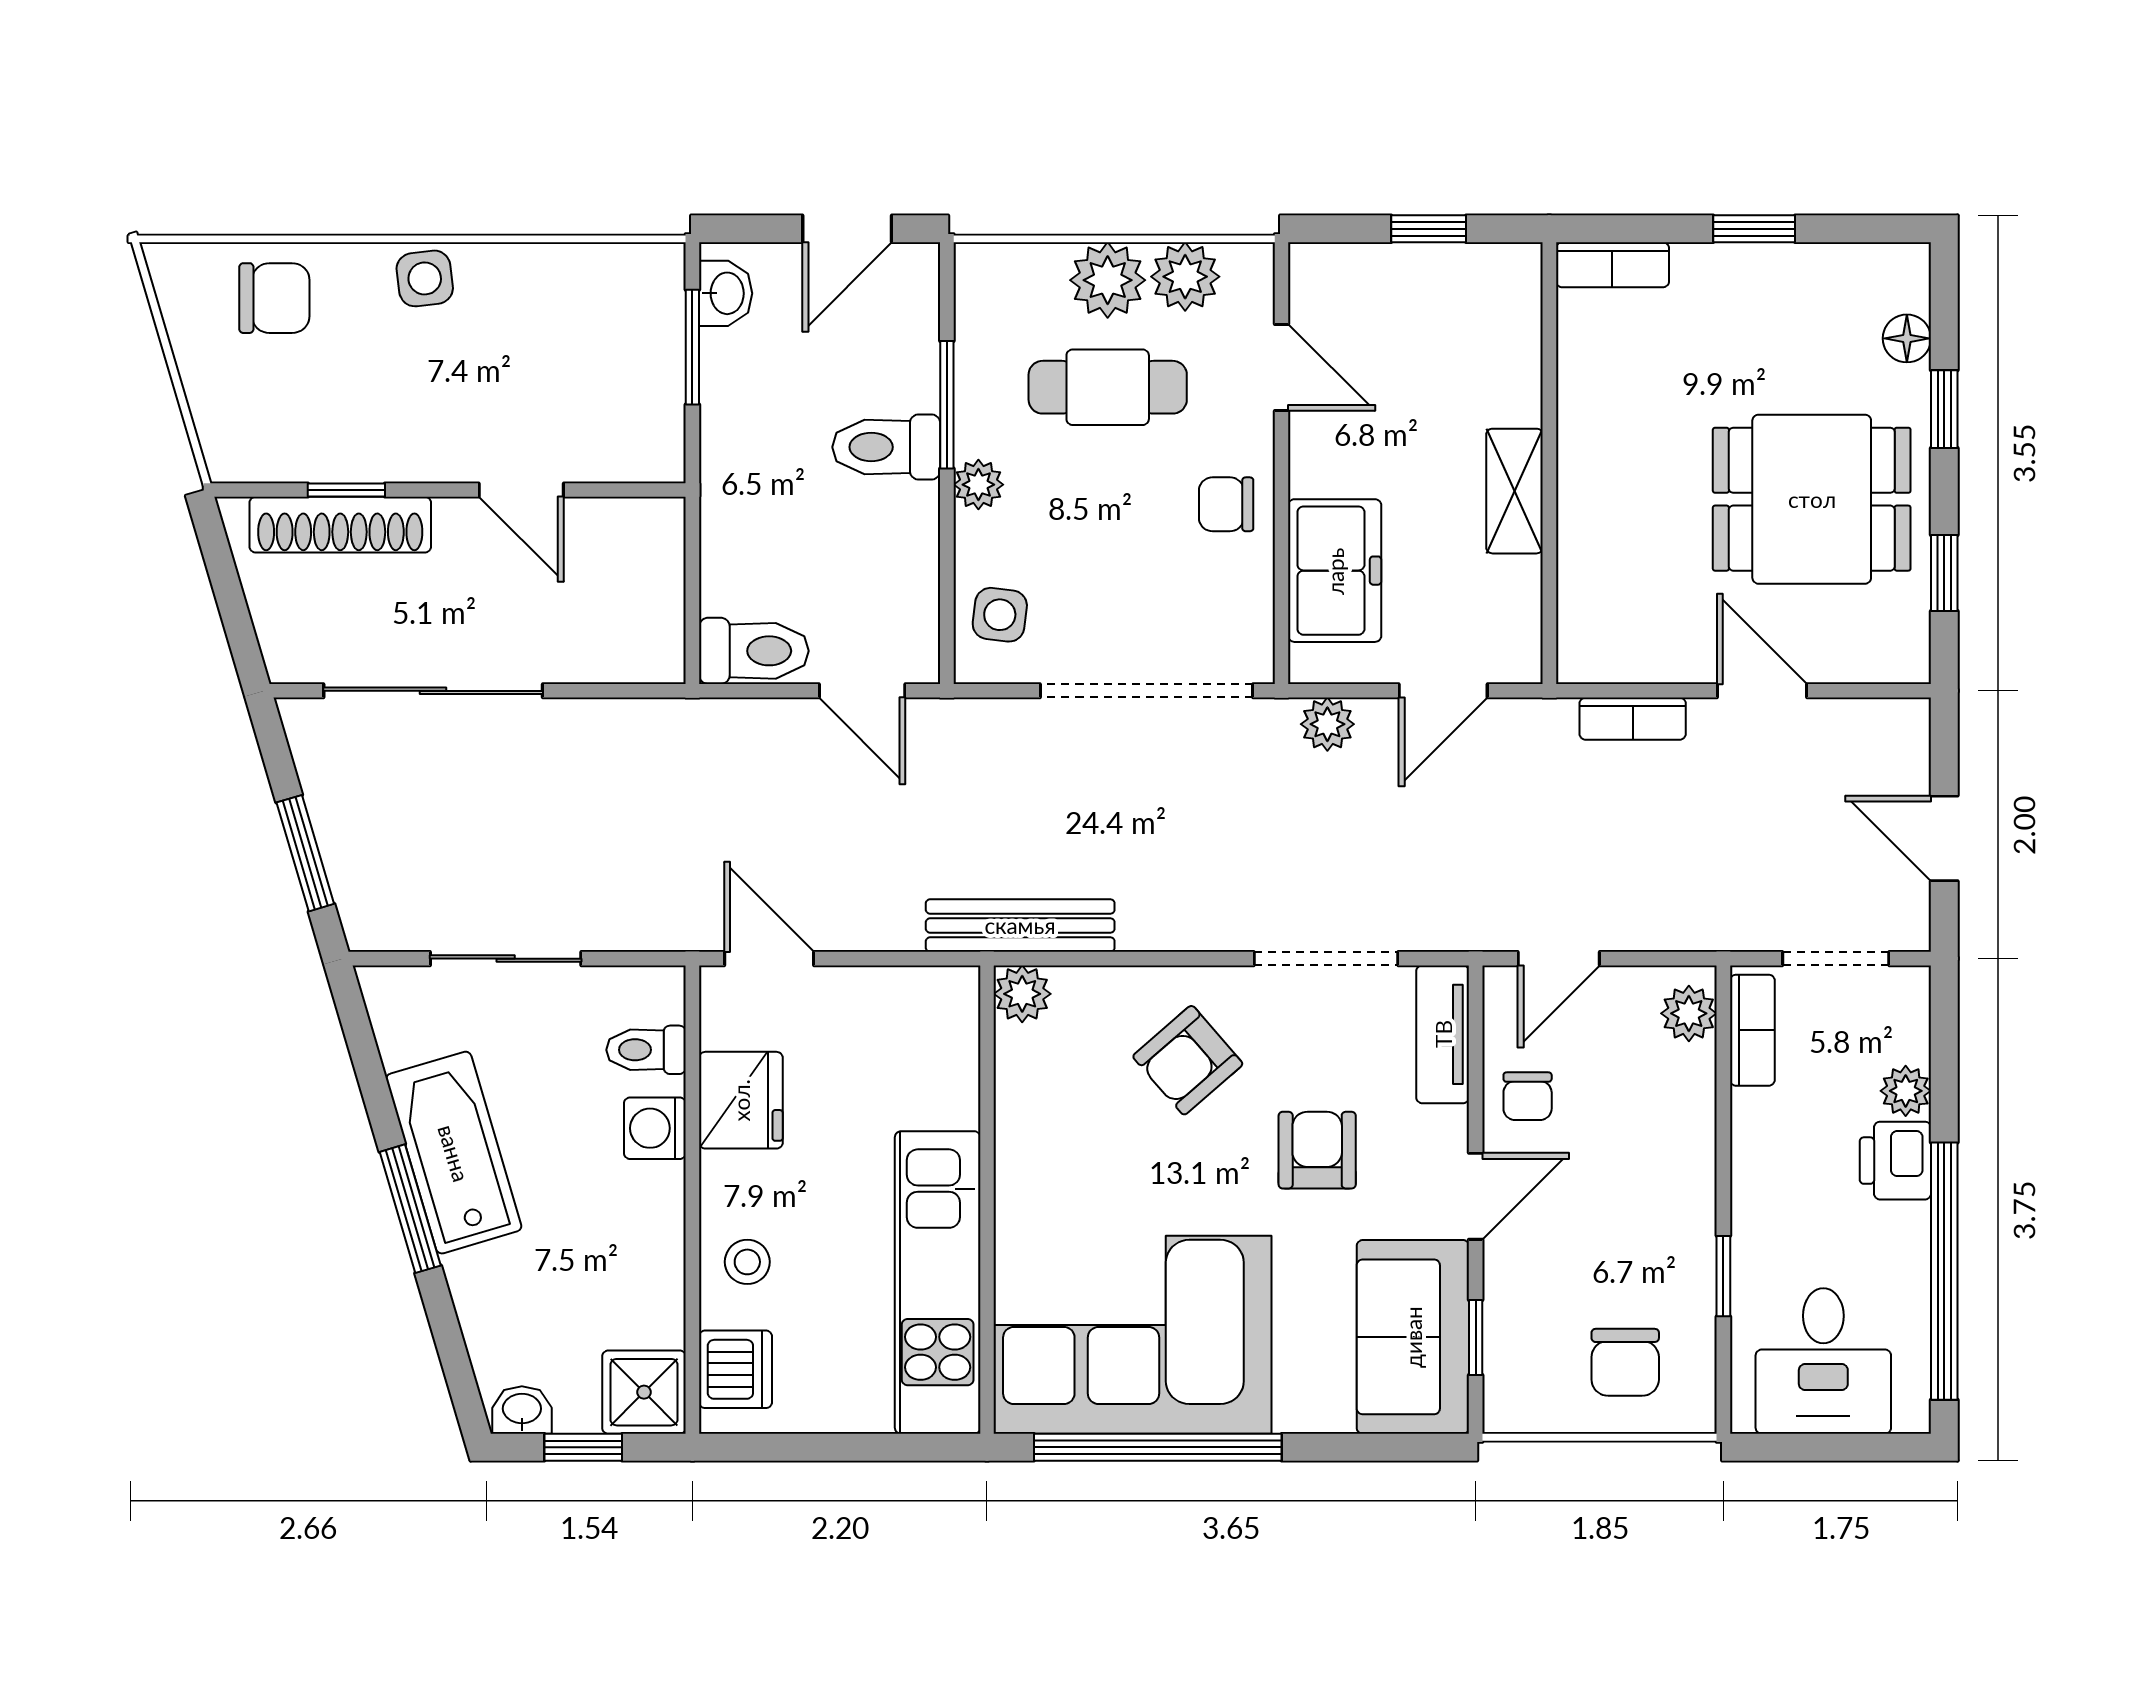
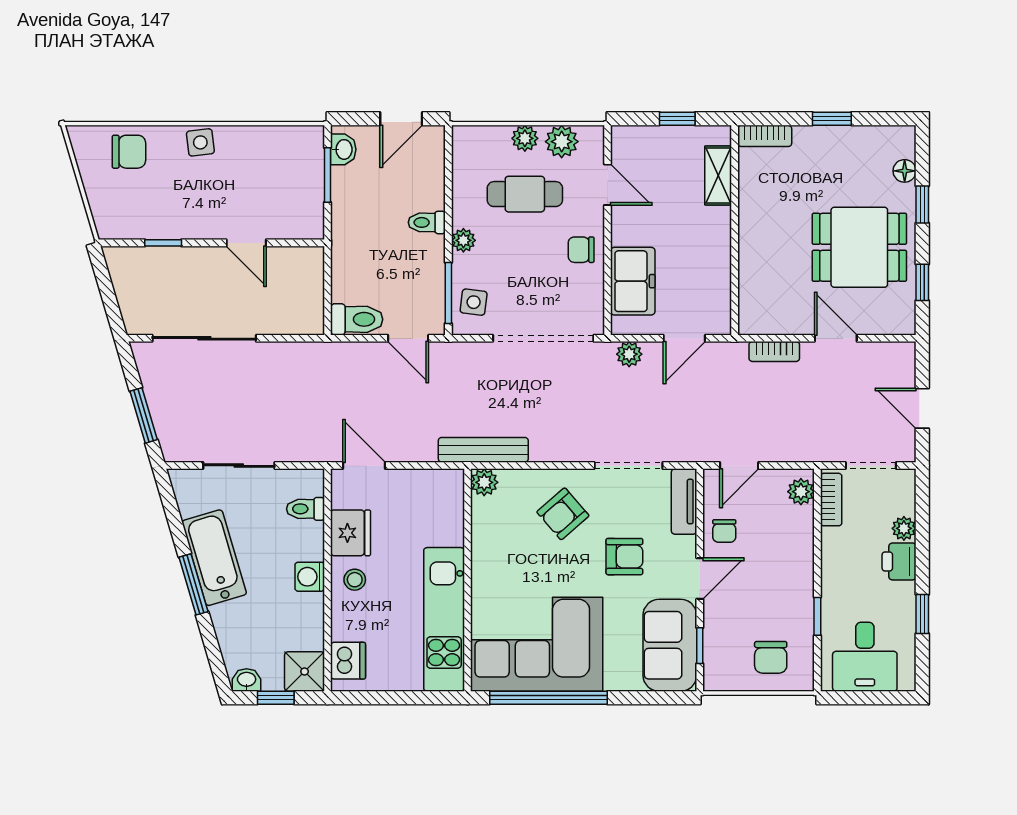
plant: (1108, 280) -> (525, 138), width x0.73, depth x0.73
window: (947, 405) -> (448, 293), moved
toilet: (886, 447) -> (427, 222), width x0.73, depth x0.72
shelving: (1515, 491) -> (718, 175), moved
shoe rack: (340, 525) -> (160, 259), removed
washing machine: (655, 1128) -> (310, 577), moved
armchair: (1317, 1150) -> (624, 557), turned 90
stool: (747, 1262) -> (355, 580), moved
window: (1944, 1271) -> (922, 614), width x0.32

